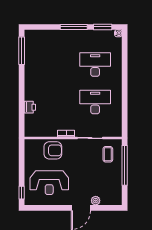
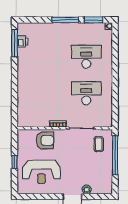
printer: (30, 107) -> (23, 42), moved
window: (22, 193) -> (15, 162), moved

